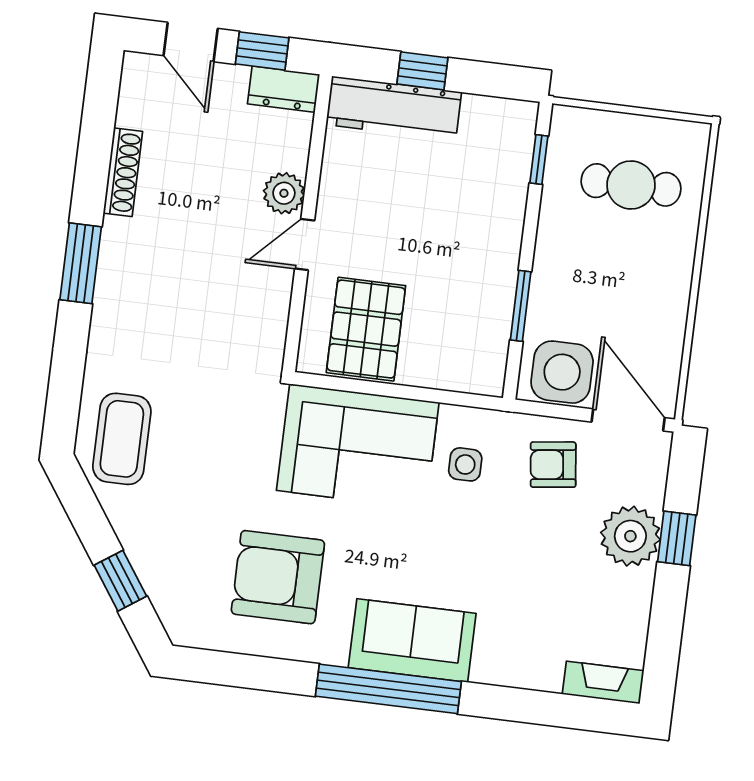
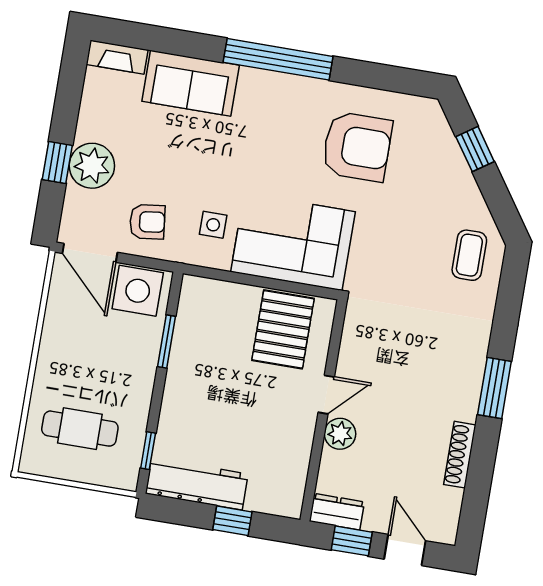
workbench: (394, 108) -> (197, 484), moved
coffee table: (122, 439) -> (469, 255), width x0.73, depth x0.77
sofa: (412, 641) -> (191, 83), moved

